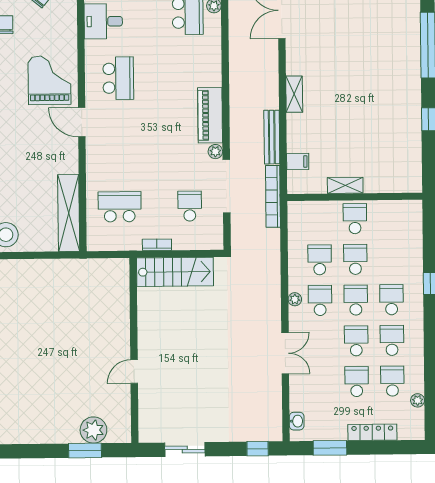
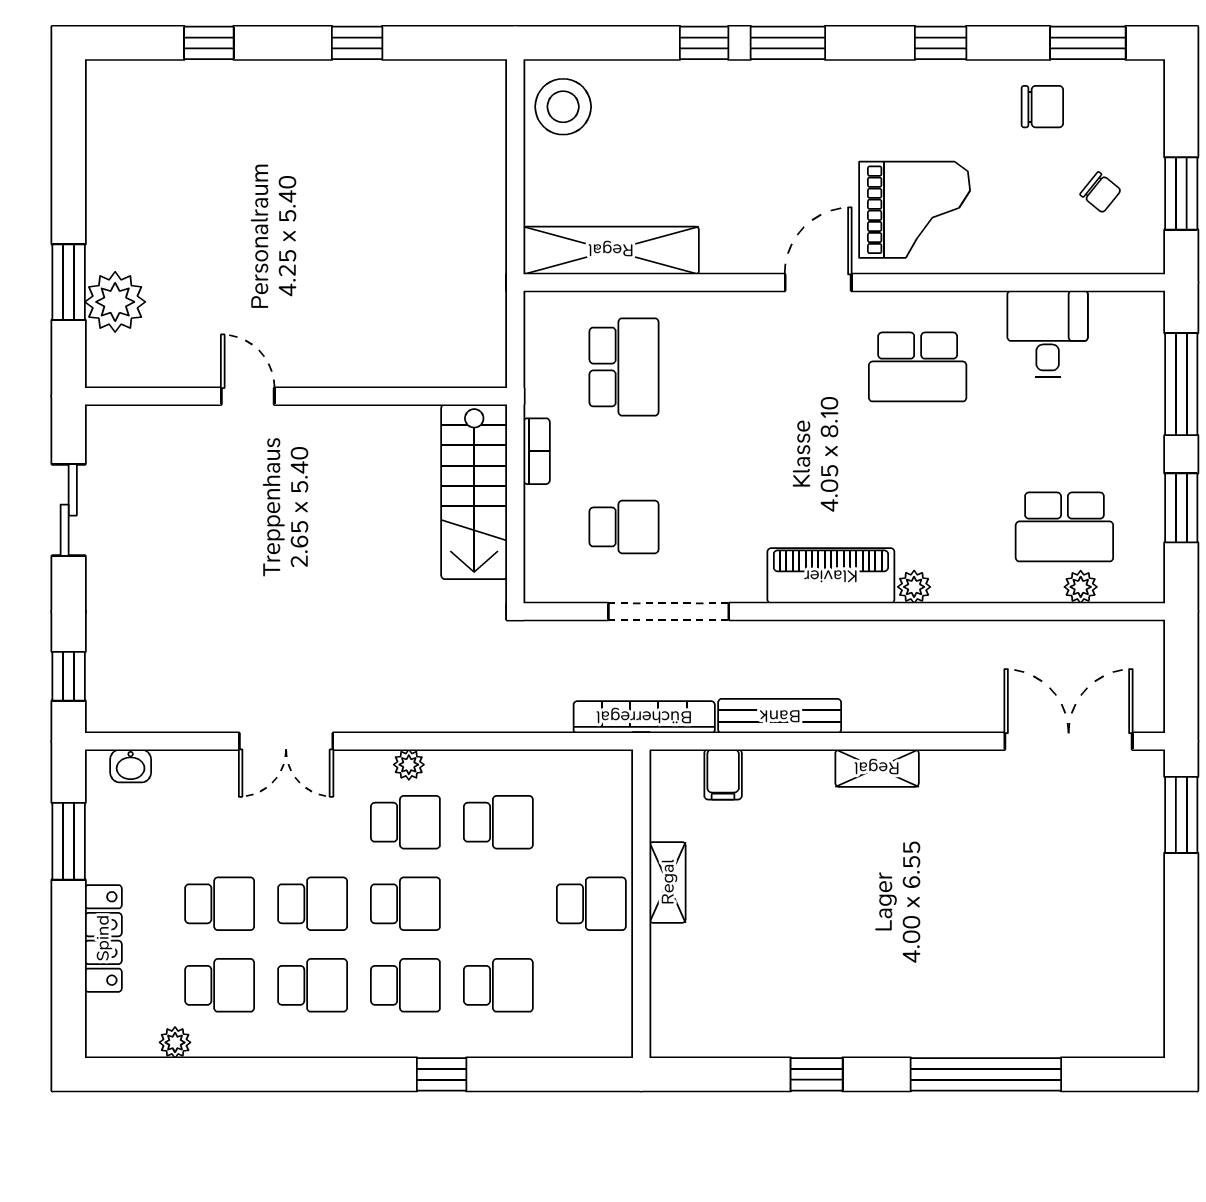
plant: (215, 152) -> (914, 587), moved
school desk: (355, 259) -> (498, 985), moved

